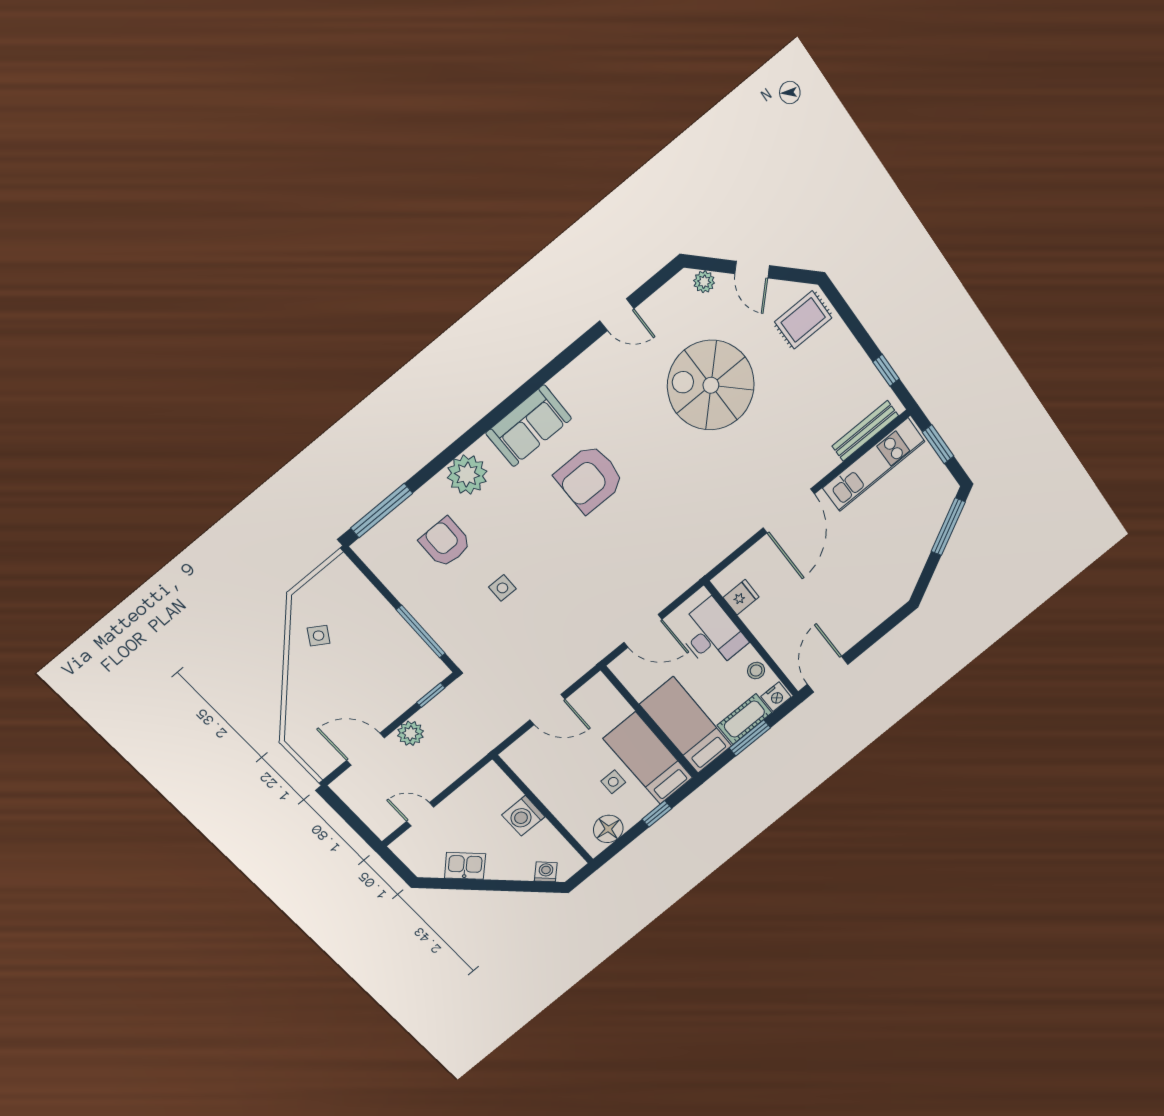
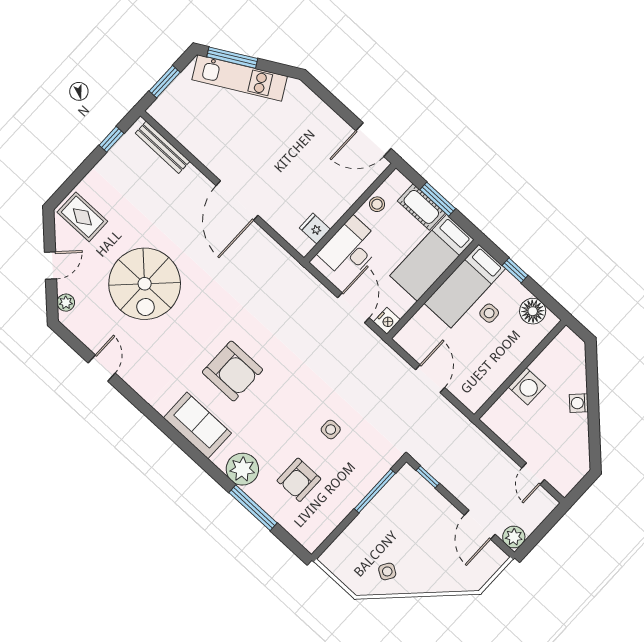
kitchen unit: (874, 465) -> (240, 78), moved, turned 151
window: (382, 511) -> (253, 508), moved
door: (789, 511) -> (237, 200), swing flipped
nightstand: (776, 697) -> (387, 321), moved, turned 90
plant: (411, 733) -> (514, 537), moved
kitchen sink: (465, 866) -> (577, 430), removed
washing machine: (546, 872) -> (579, 403), moved

